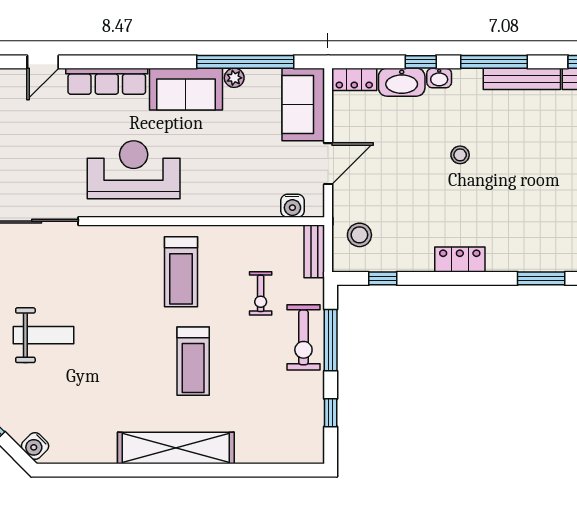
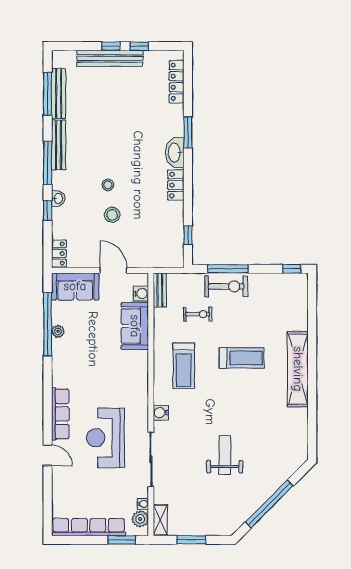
washbasin: (402, 82) -> (175, 153), moved, turned 180
sofa: (186, 89) -> (135, 326), moved, turned 180
reception desk: (134, 170) -> (105, 438), moved
stool: (359, 235) -> (112, 215), moved
bench: (314, 251) -> (160, 290), moved, turned 90
treadmill: (181, 272) -> (184, 366), turned 90
window: (331, 413) -> (292, 269), moved
water cooler: (35, 446) -> (161, 413), moved, turned 135

